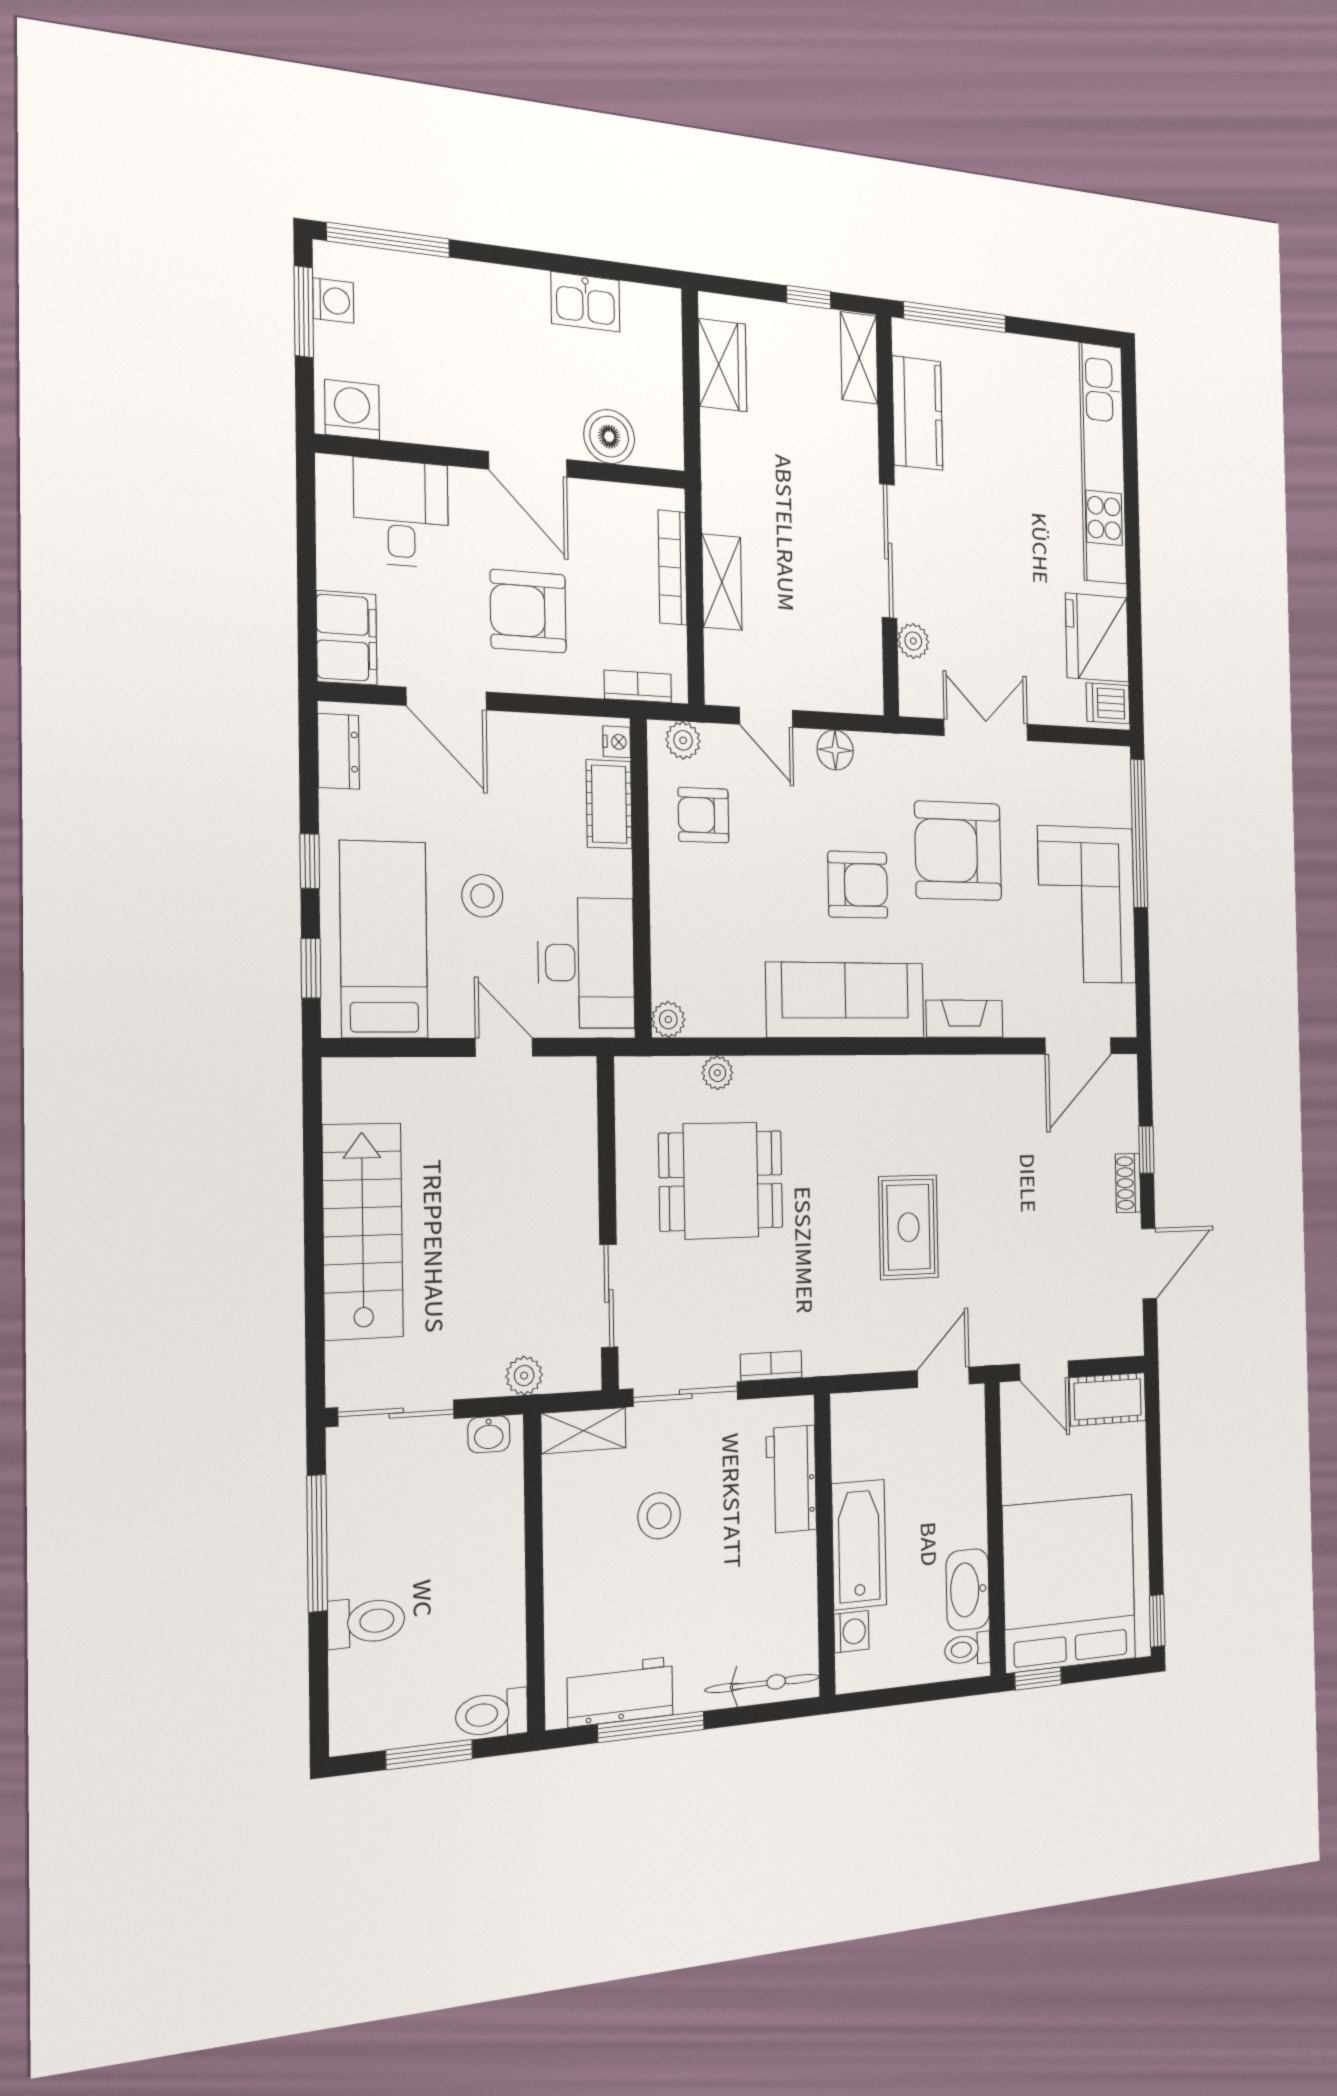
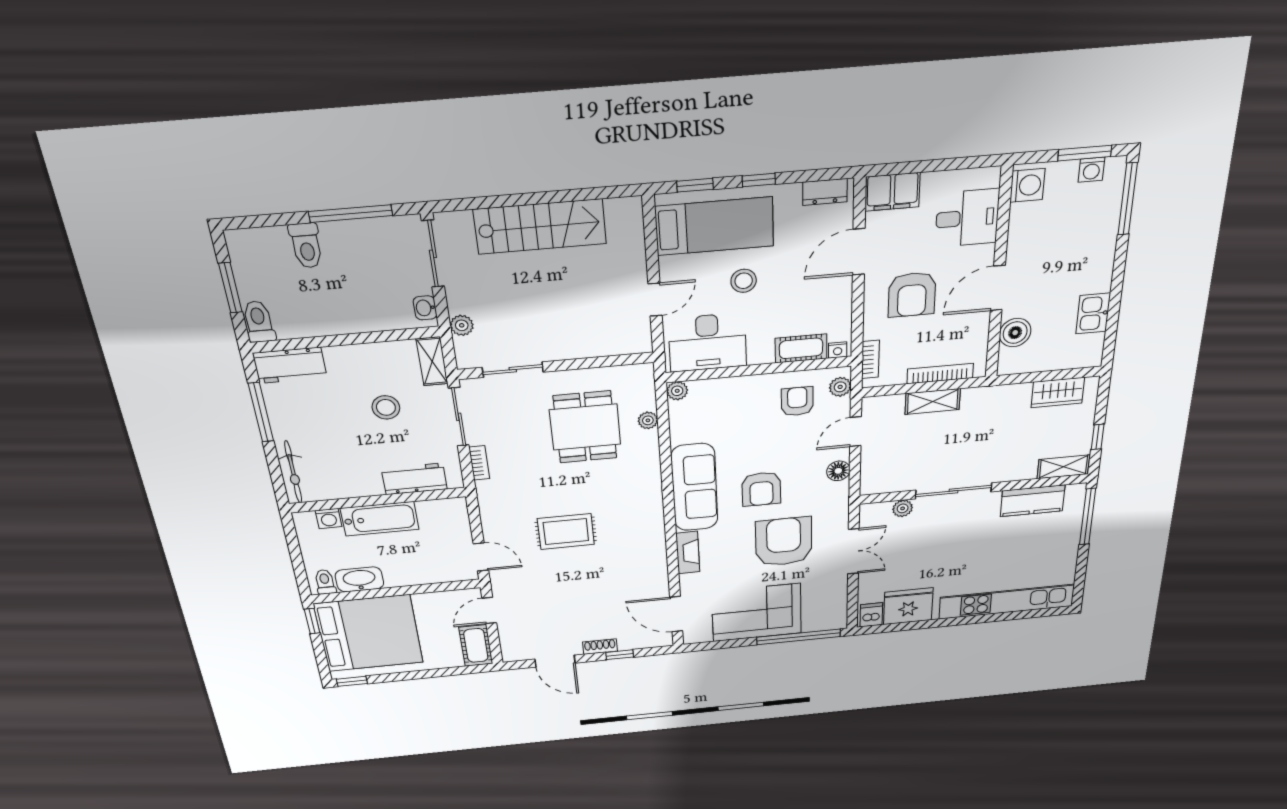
armchair: (528, 611) -> (912, 295), turned 180
workbench: (620, 1692) -> (290, 365), moved, turned 90

